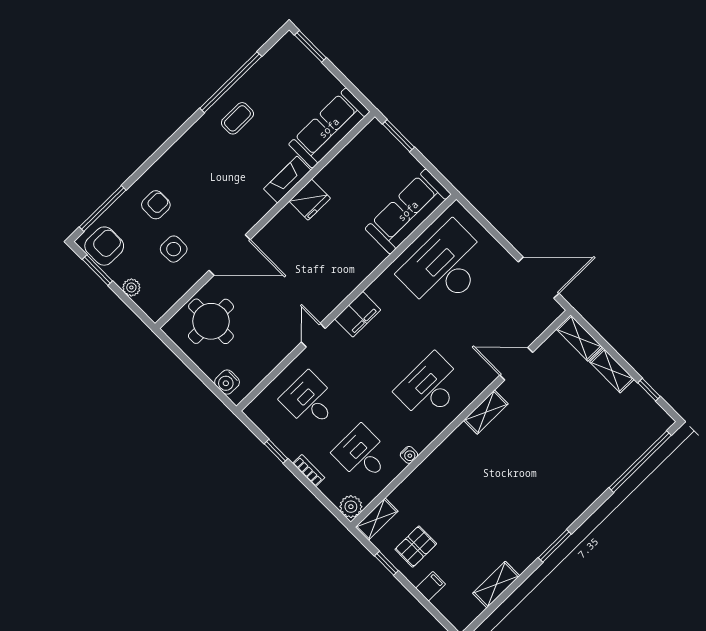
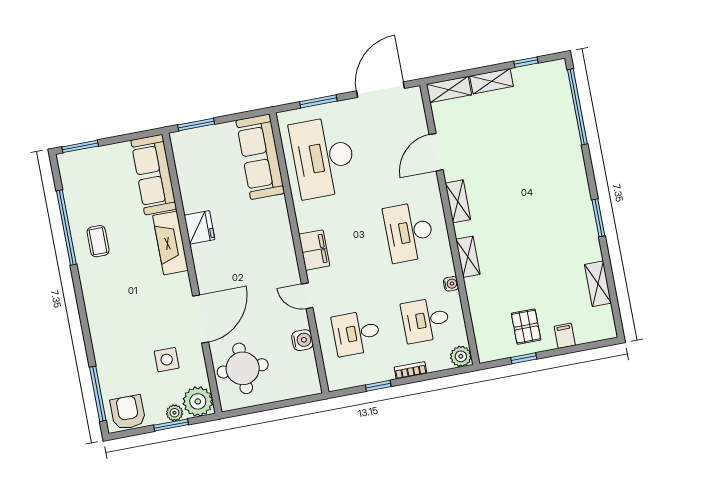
fireplace: (287, 179) -> (170, 243), width x1.37, depth x1.32
armchair: (156, 205) -> (123, 350), removed
window: (491, 230) -> (318, 101), added
window: (97, 270) -> (171, 425), moved
plant: (155, 301) -> (198, 401), added
water cooler: (227, 382) -> (302, 340), moved, turned -90
shelving: (377, 519) -> (468, 257), moved

